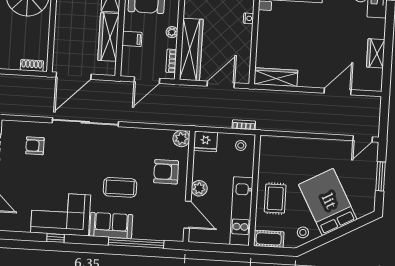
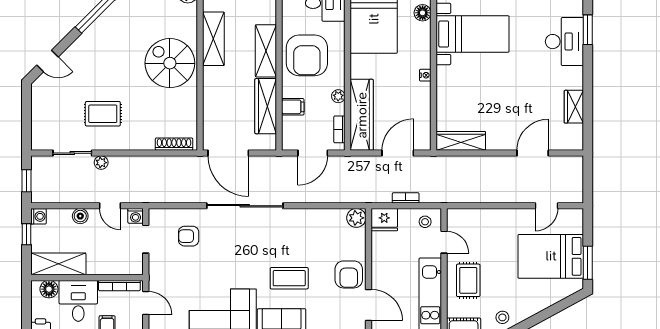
shoe rack: (32, 65) -> (174, 144), width x1.43
door: (74, 76) -> (228, 153), hinge flipped
bookcase: (244, 125) -> (406, 198), moved
door: (363, 139) -> (546, 206), moved
door: (256, 164) -> (444, 242), added
armchair: (166, 172) -> (349, 274), moved, turned -90
window: (381, 176) -> (588, 263), moved
plant: (199, 188) -> (380, 274), removed
bed: (328, 202) -> (551, 256), moved, turned -62

